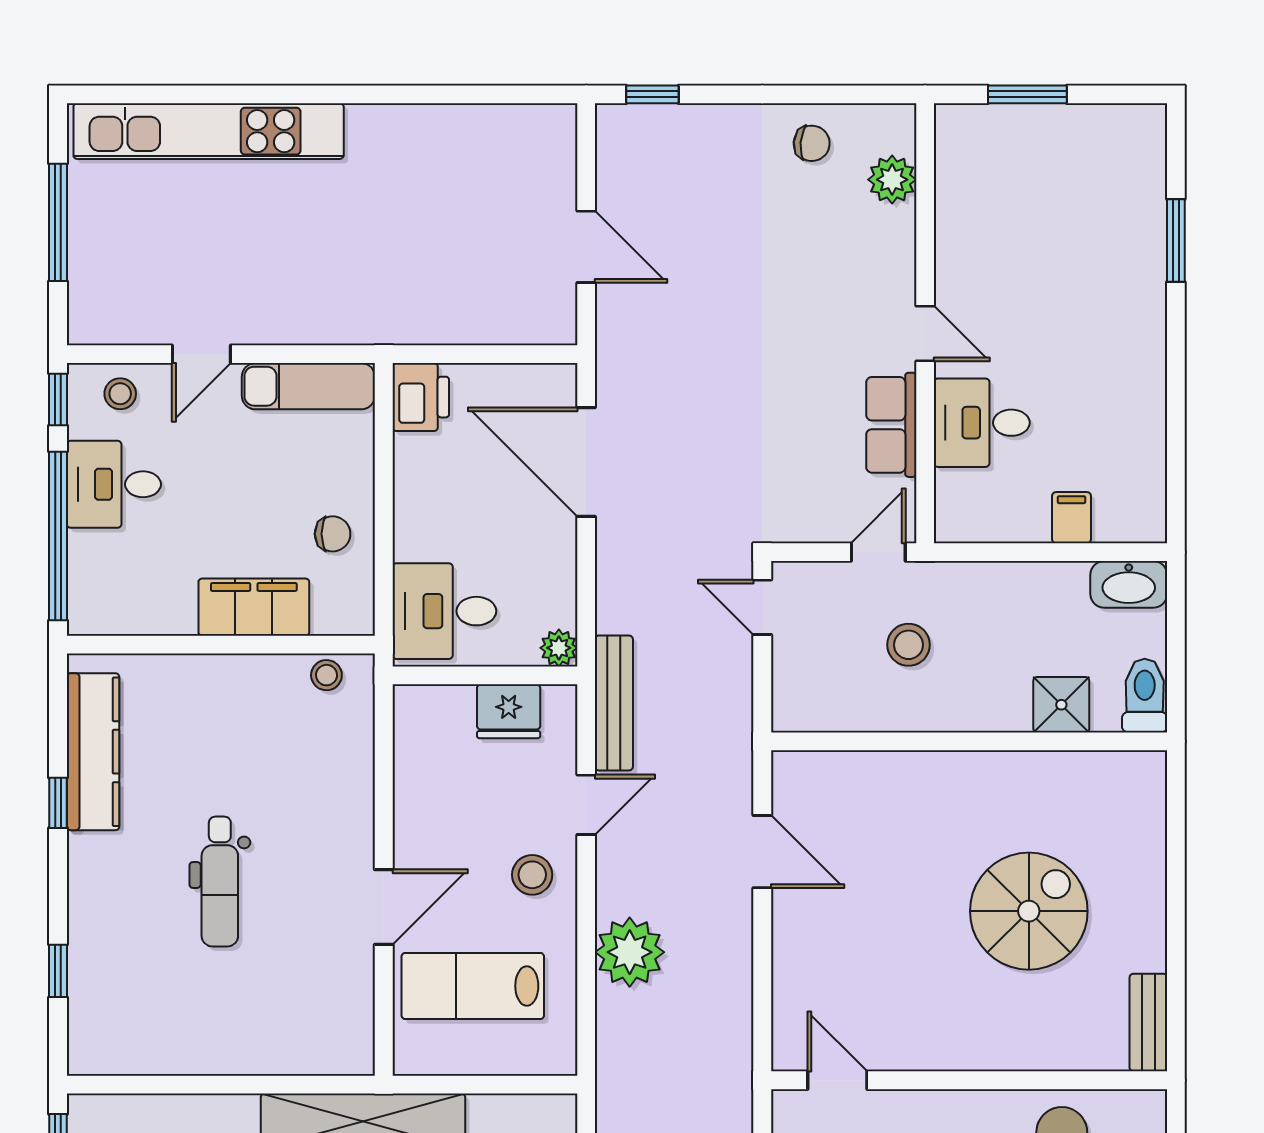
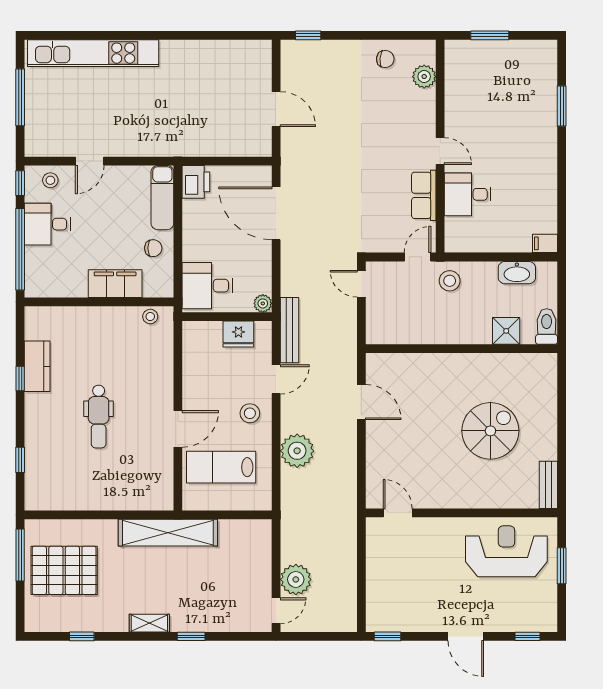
exam couch: (308, 386) -> (162, 198), moved, turned 90
filing cabinet: (1071, 518) -> (545, 243), moved, turned -90
washbasin: (1129, 584) -> (517, 273), moved
stool: (909, 645) -> (450, 281), moved
kitchen counter: (93, 752) -> (37, 366), width x0.67

